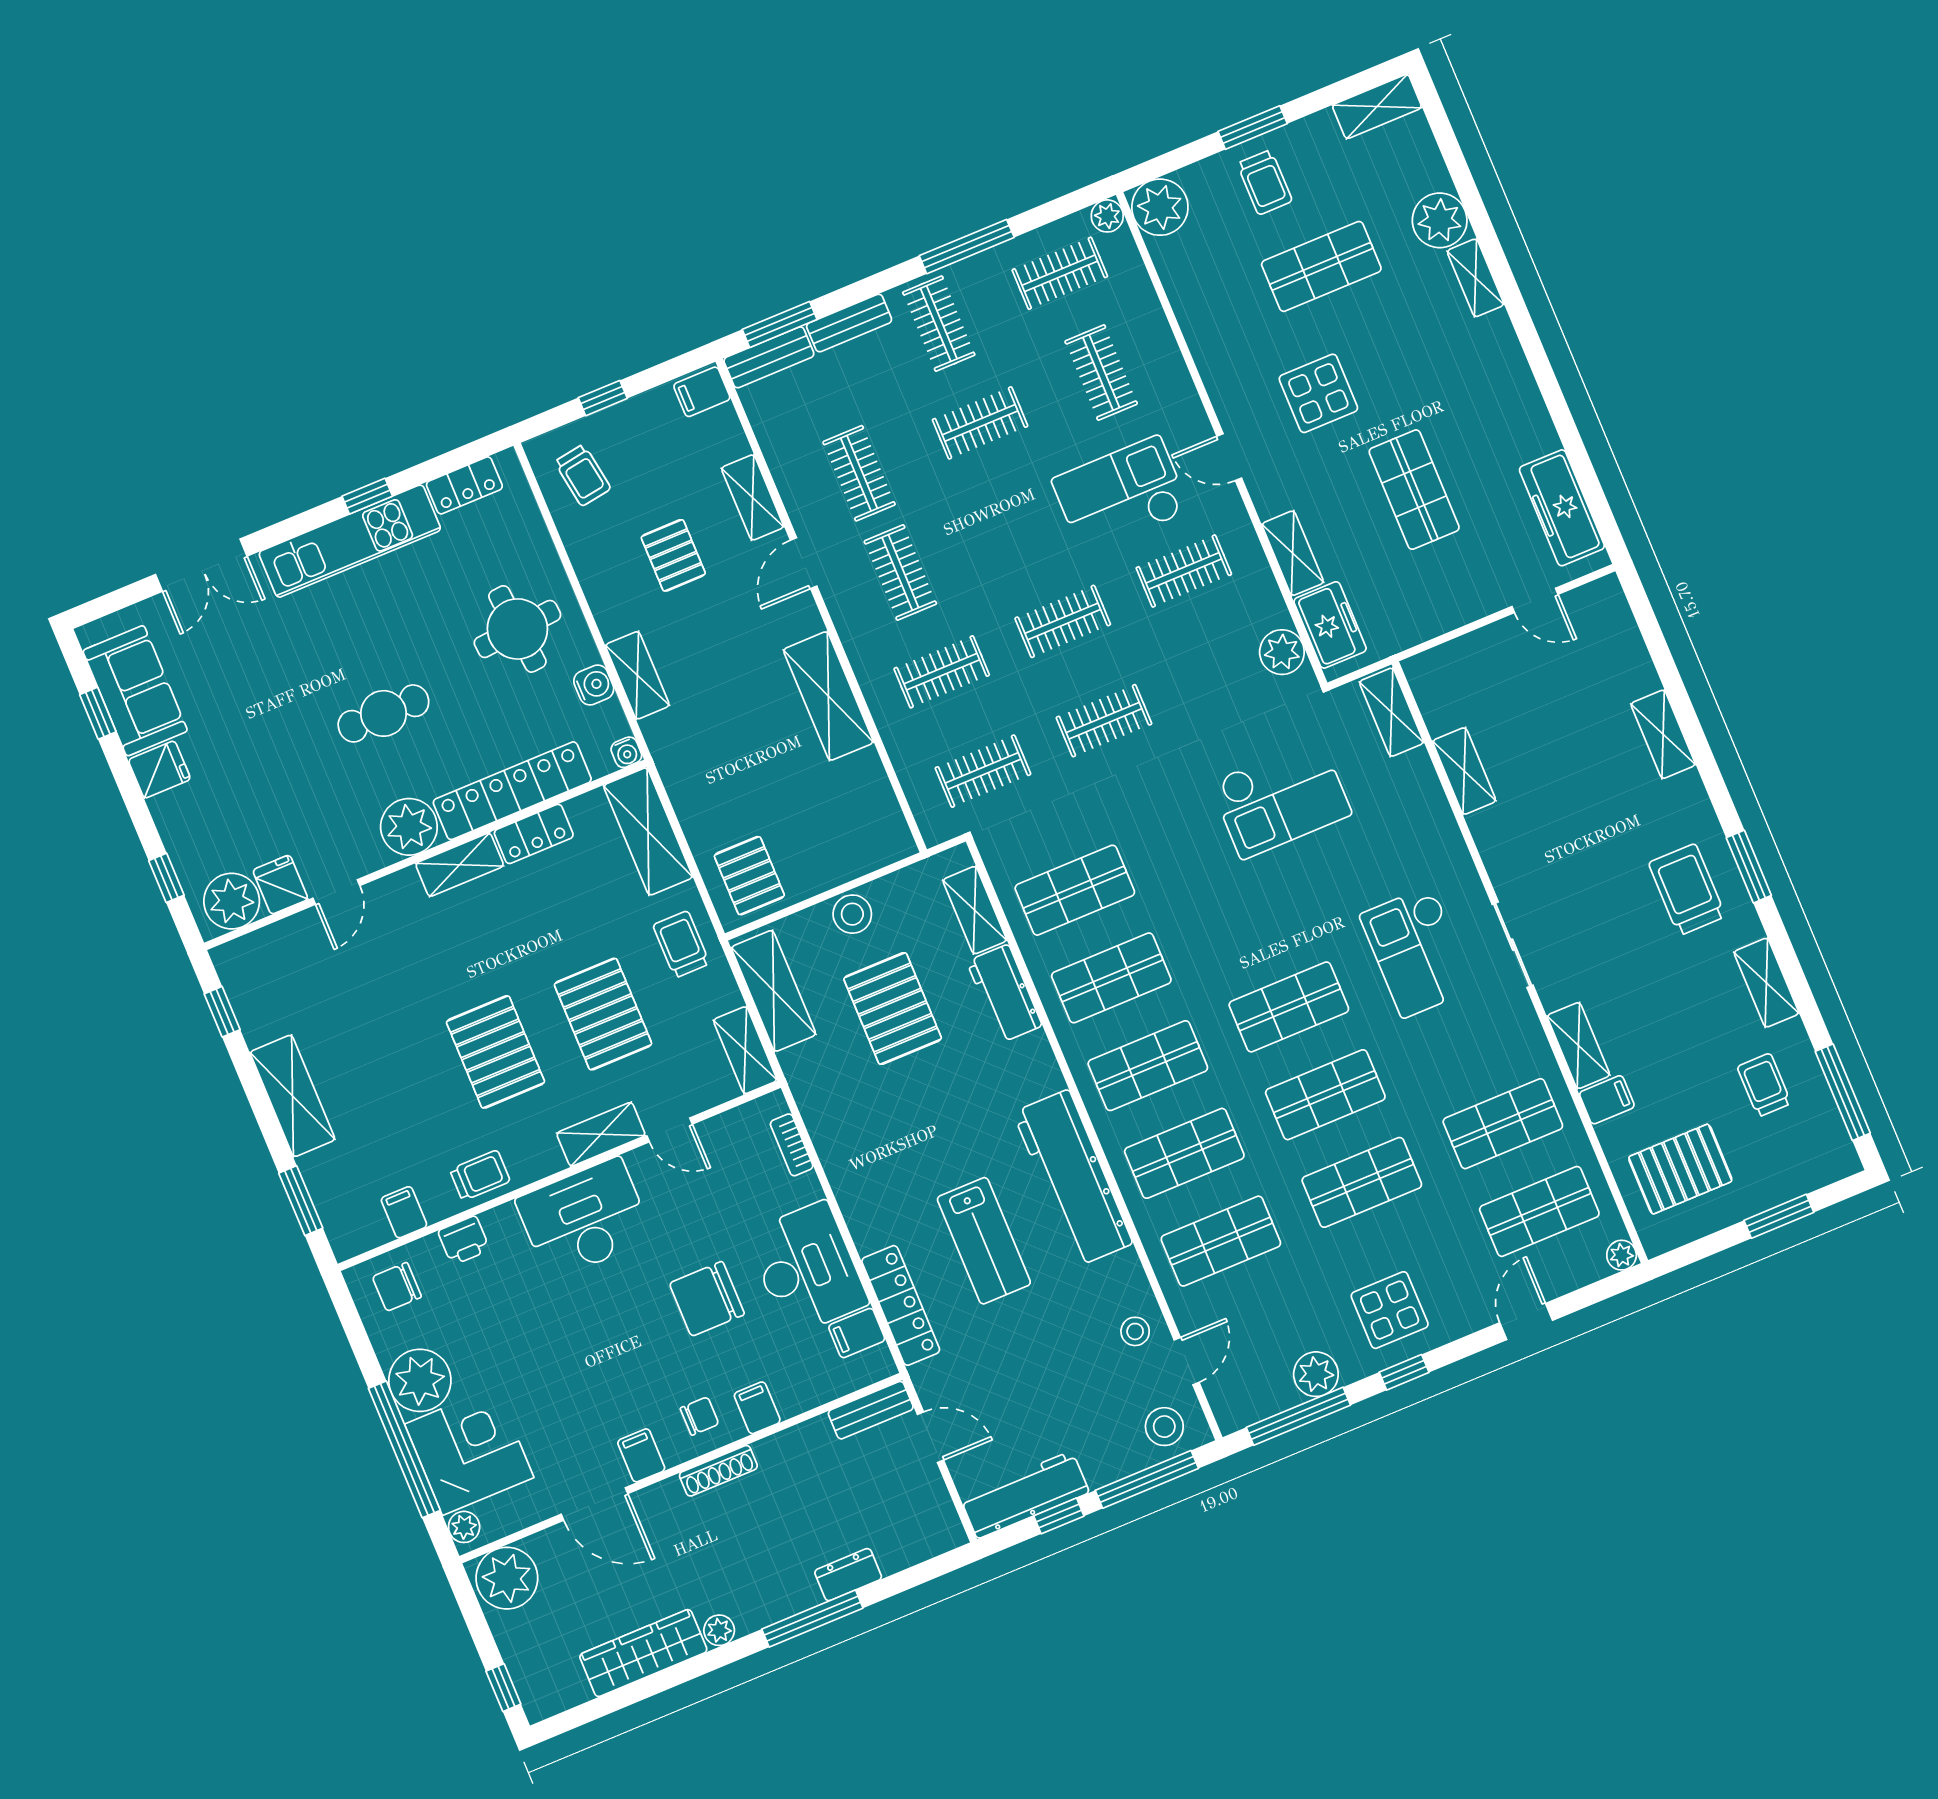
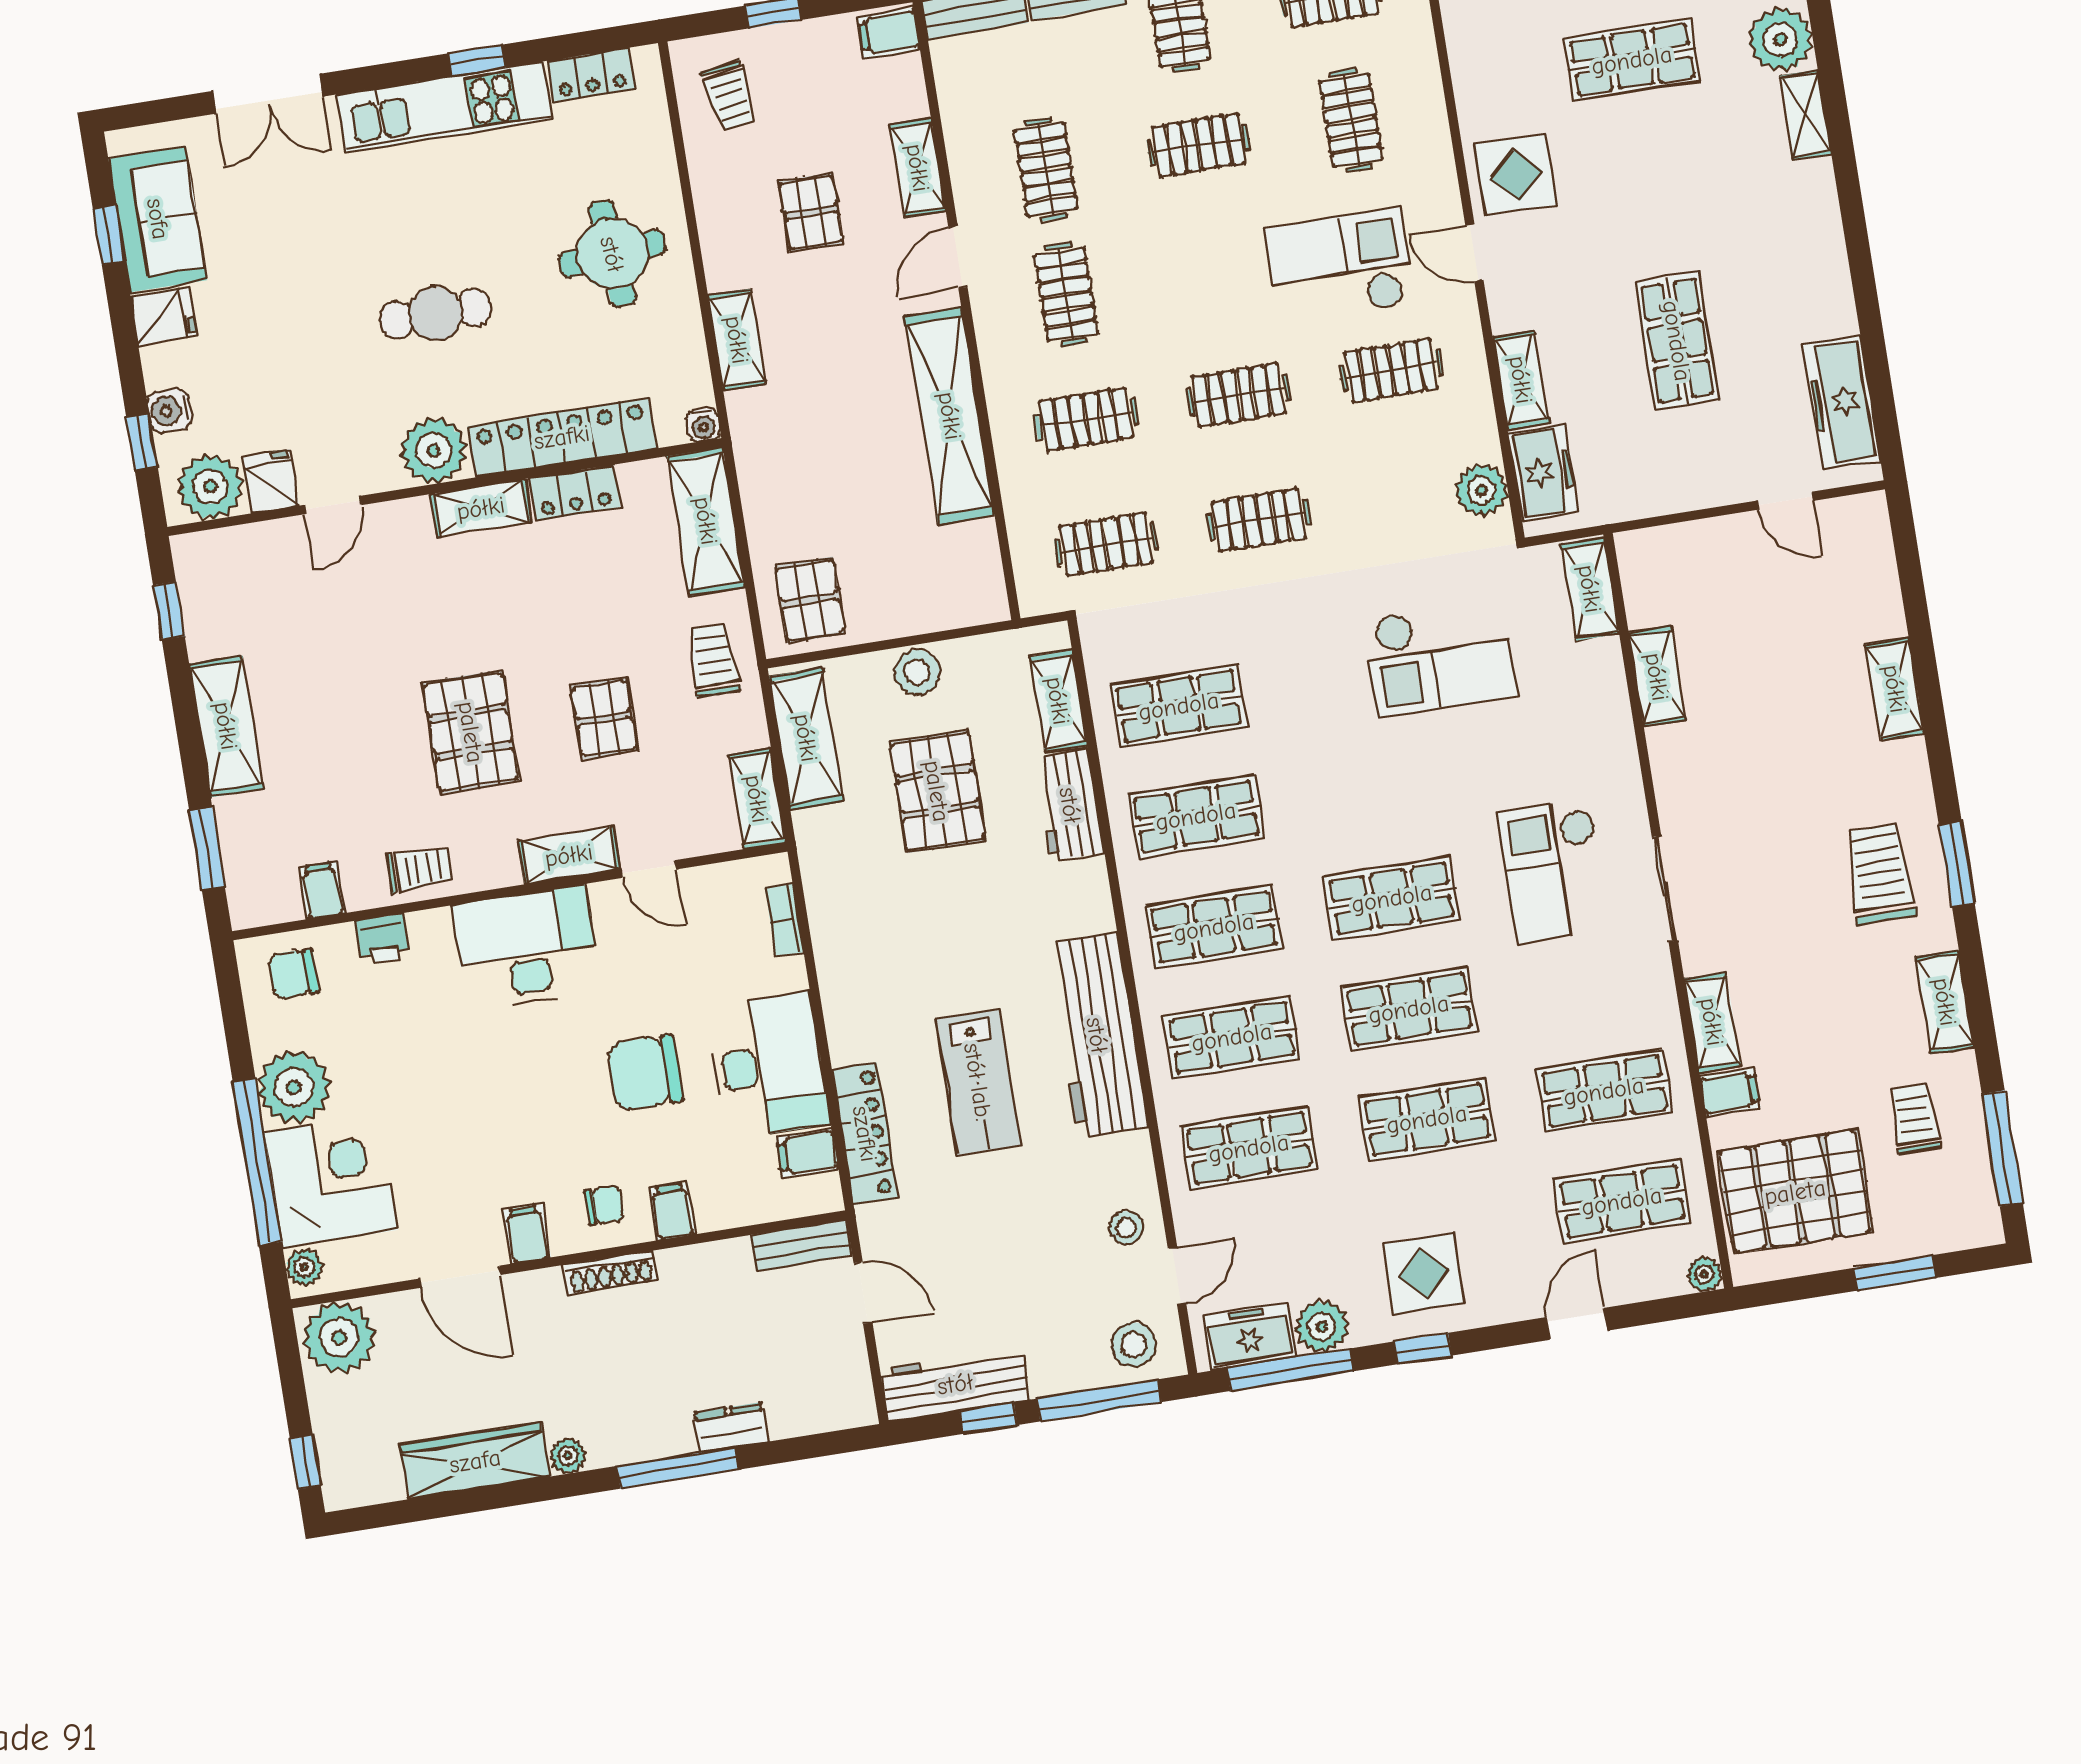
display table: (1318, 393) -> (1516, 175), moved
water cooler: (594, 685) -> (170, 411), moved, turned 180
shelving: (828, 696) -> (950, 416), width x1.47
pallet: (603, 1014) -> (604, 718), width x0.67, depth x0.71
pallet: (1680, 1169) -> (1795, 1192), width x1.37, depth x1.41
freezer: (1258, 1397) -> (1250, 1336), added

